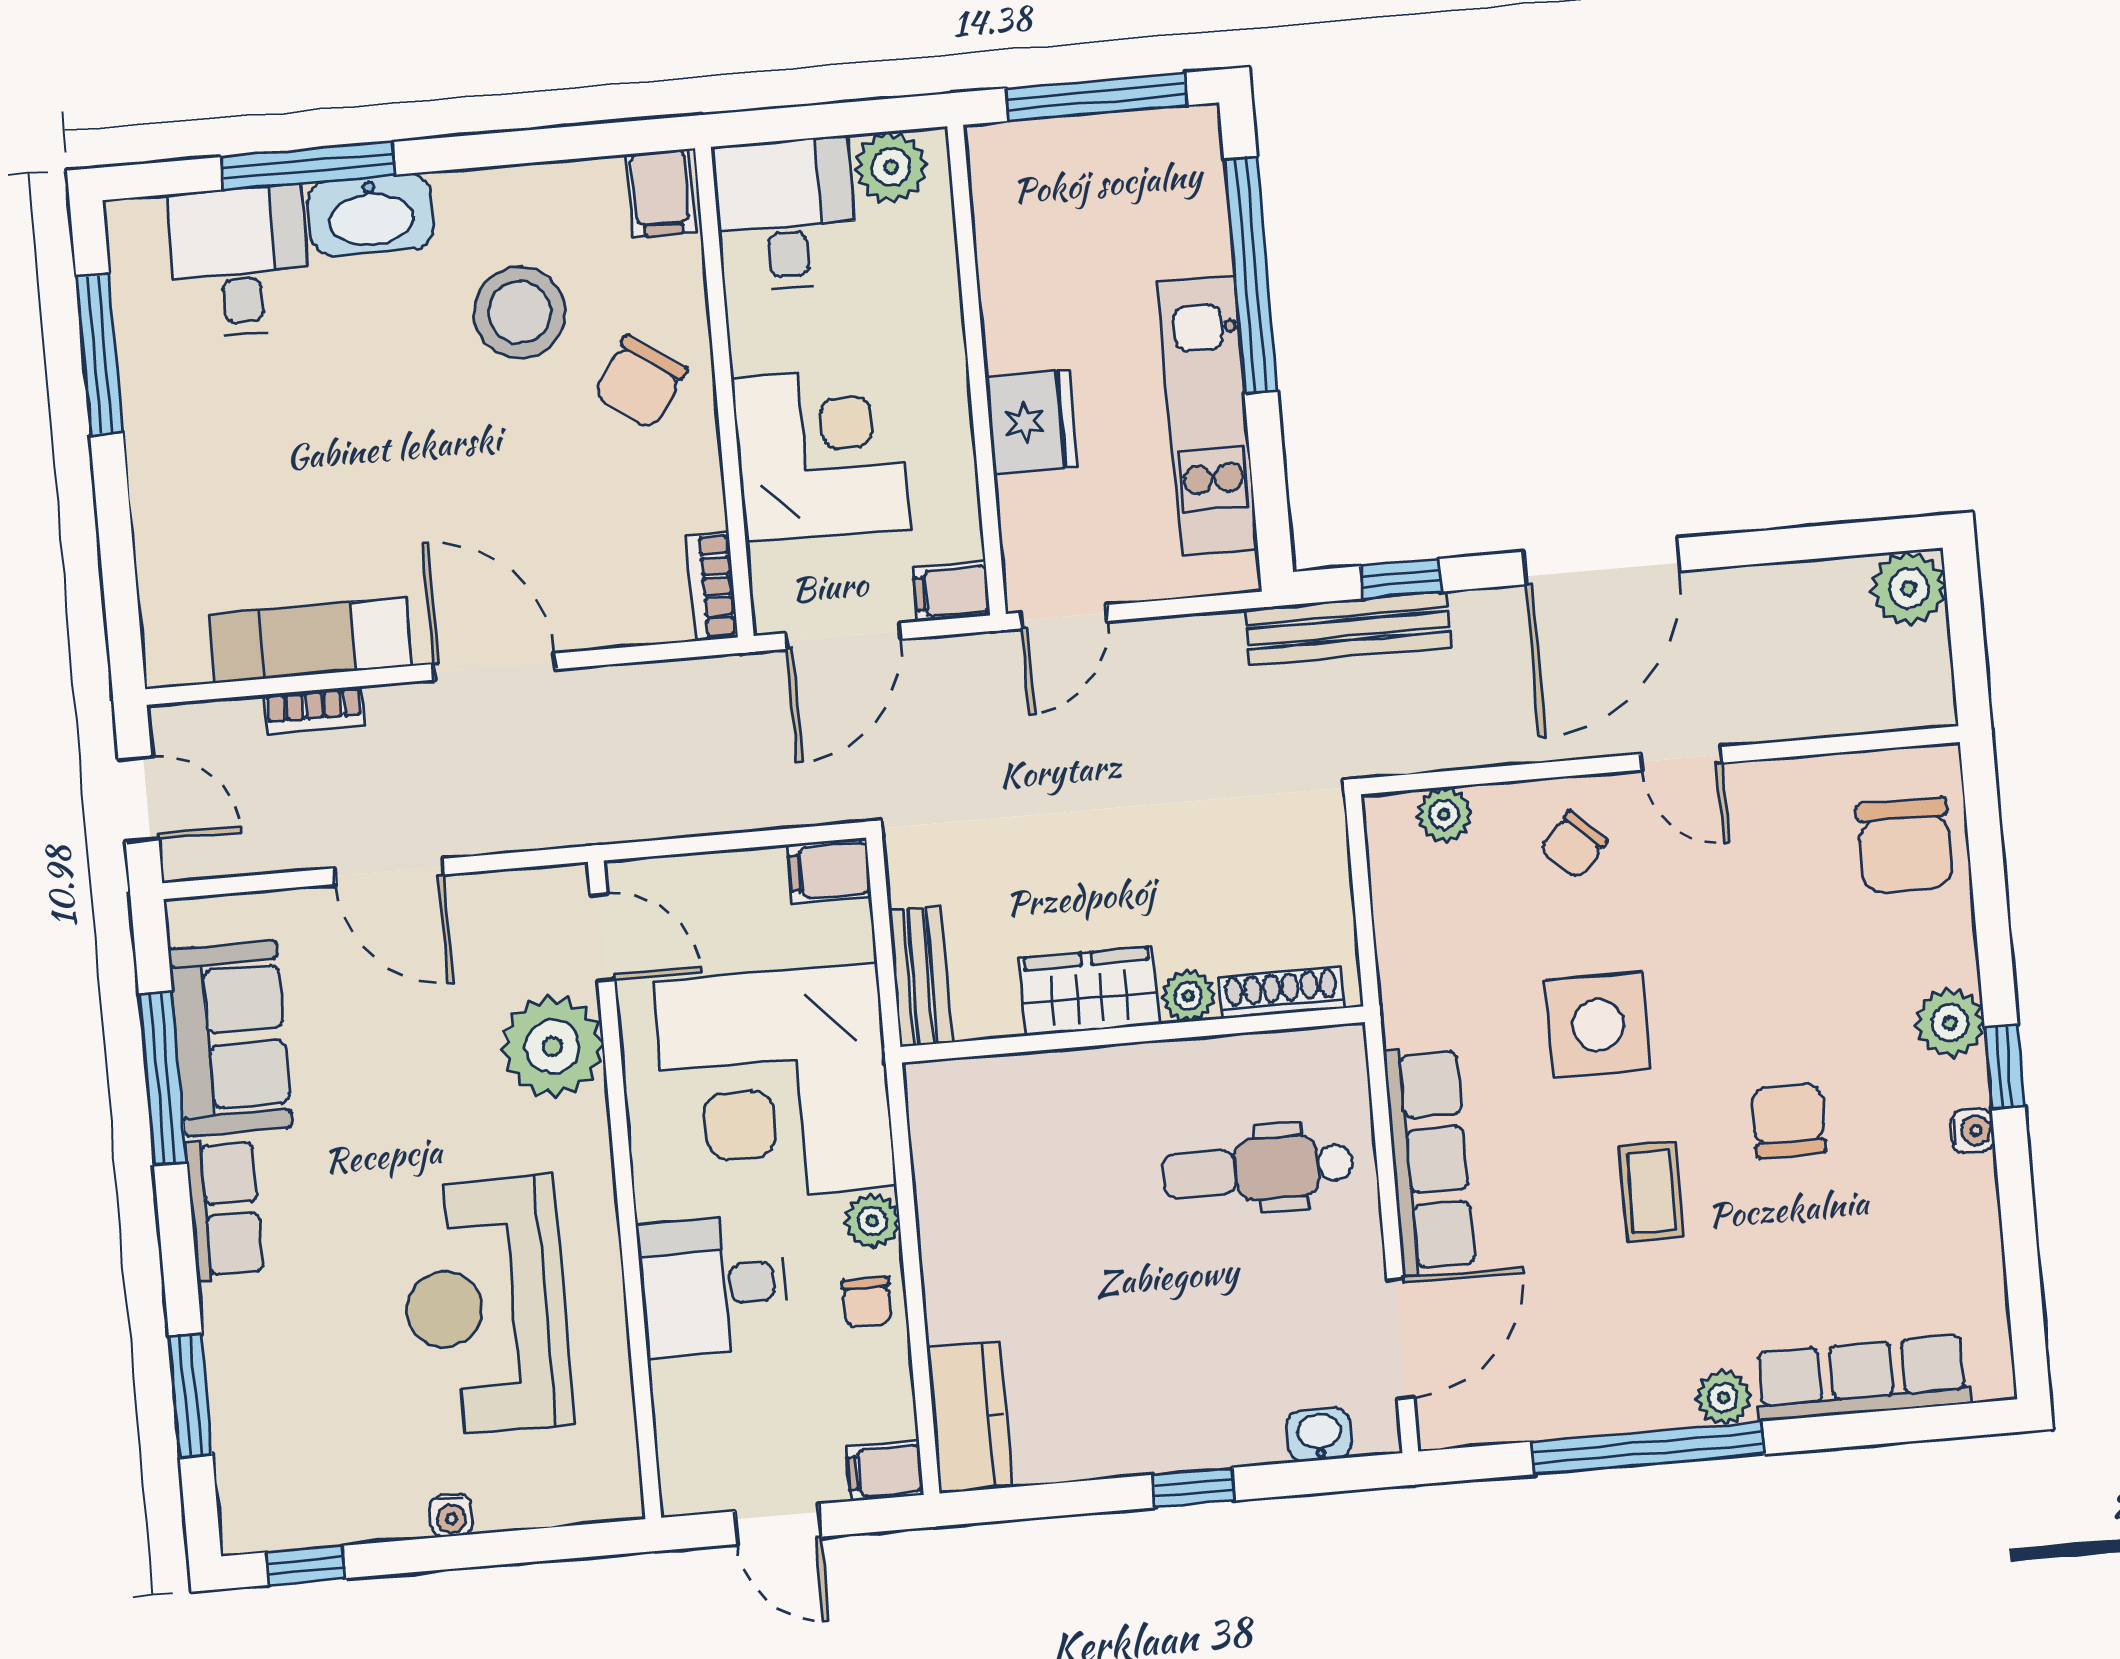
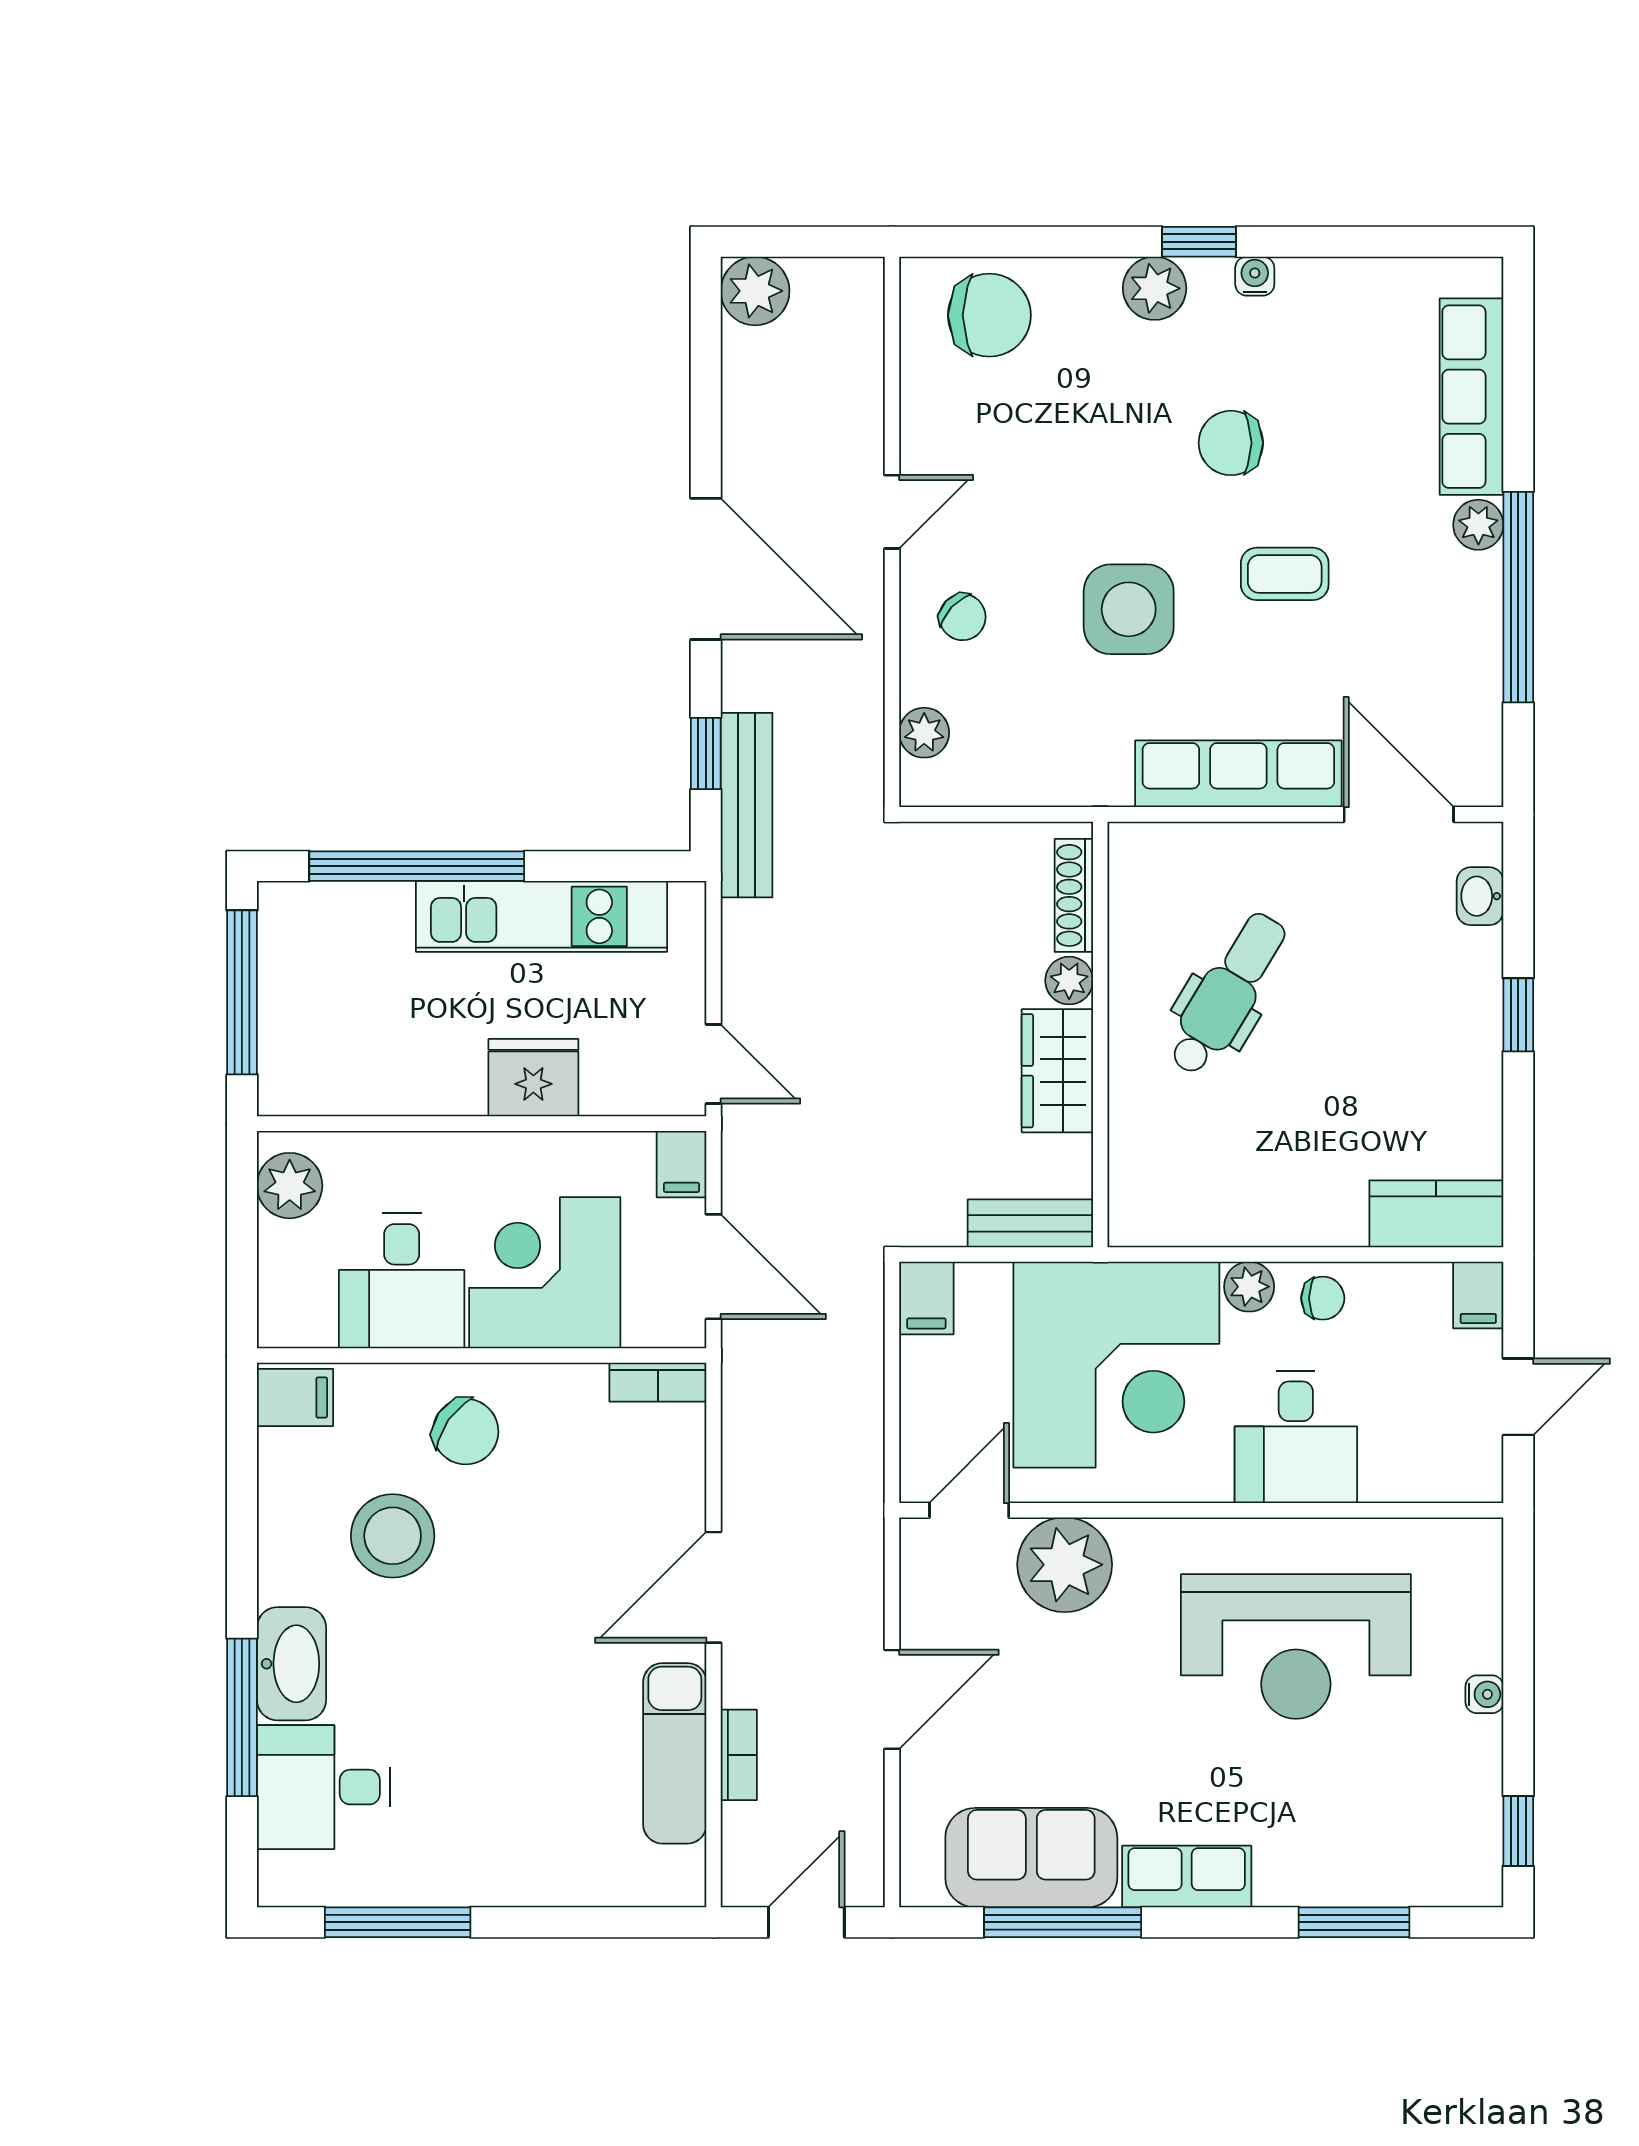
desk: (785, 214) -> (402, 1281), moved, turned -90
dental chair: (1258, 1169) -> (1227, 994), moved, turned -149

